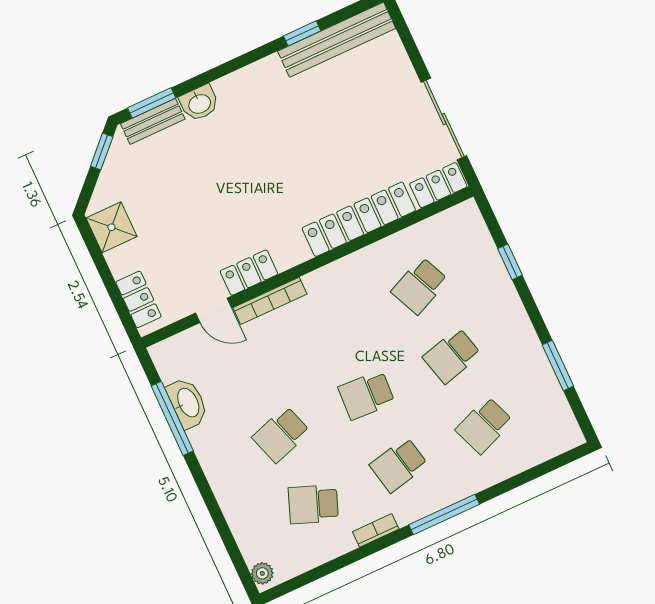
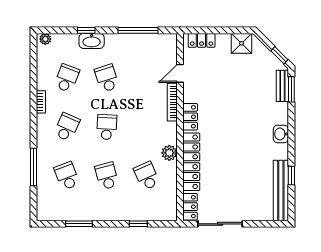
washbasin: (199, 103) -> (281, 134), moved
plant: (361, 265) -> (169, 153), added
locker: (249, 273) -> (190, 117), moved
washbasin: (187, 403) -> (92, 41), moved
school desk: (399, 465) -> (67, 127), turned 36
window: (214, 509) -> (86, 30), added
window: (444, 515) -> (33, 167), moved

